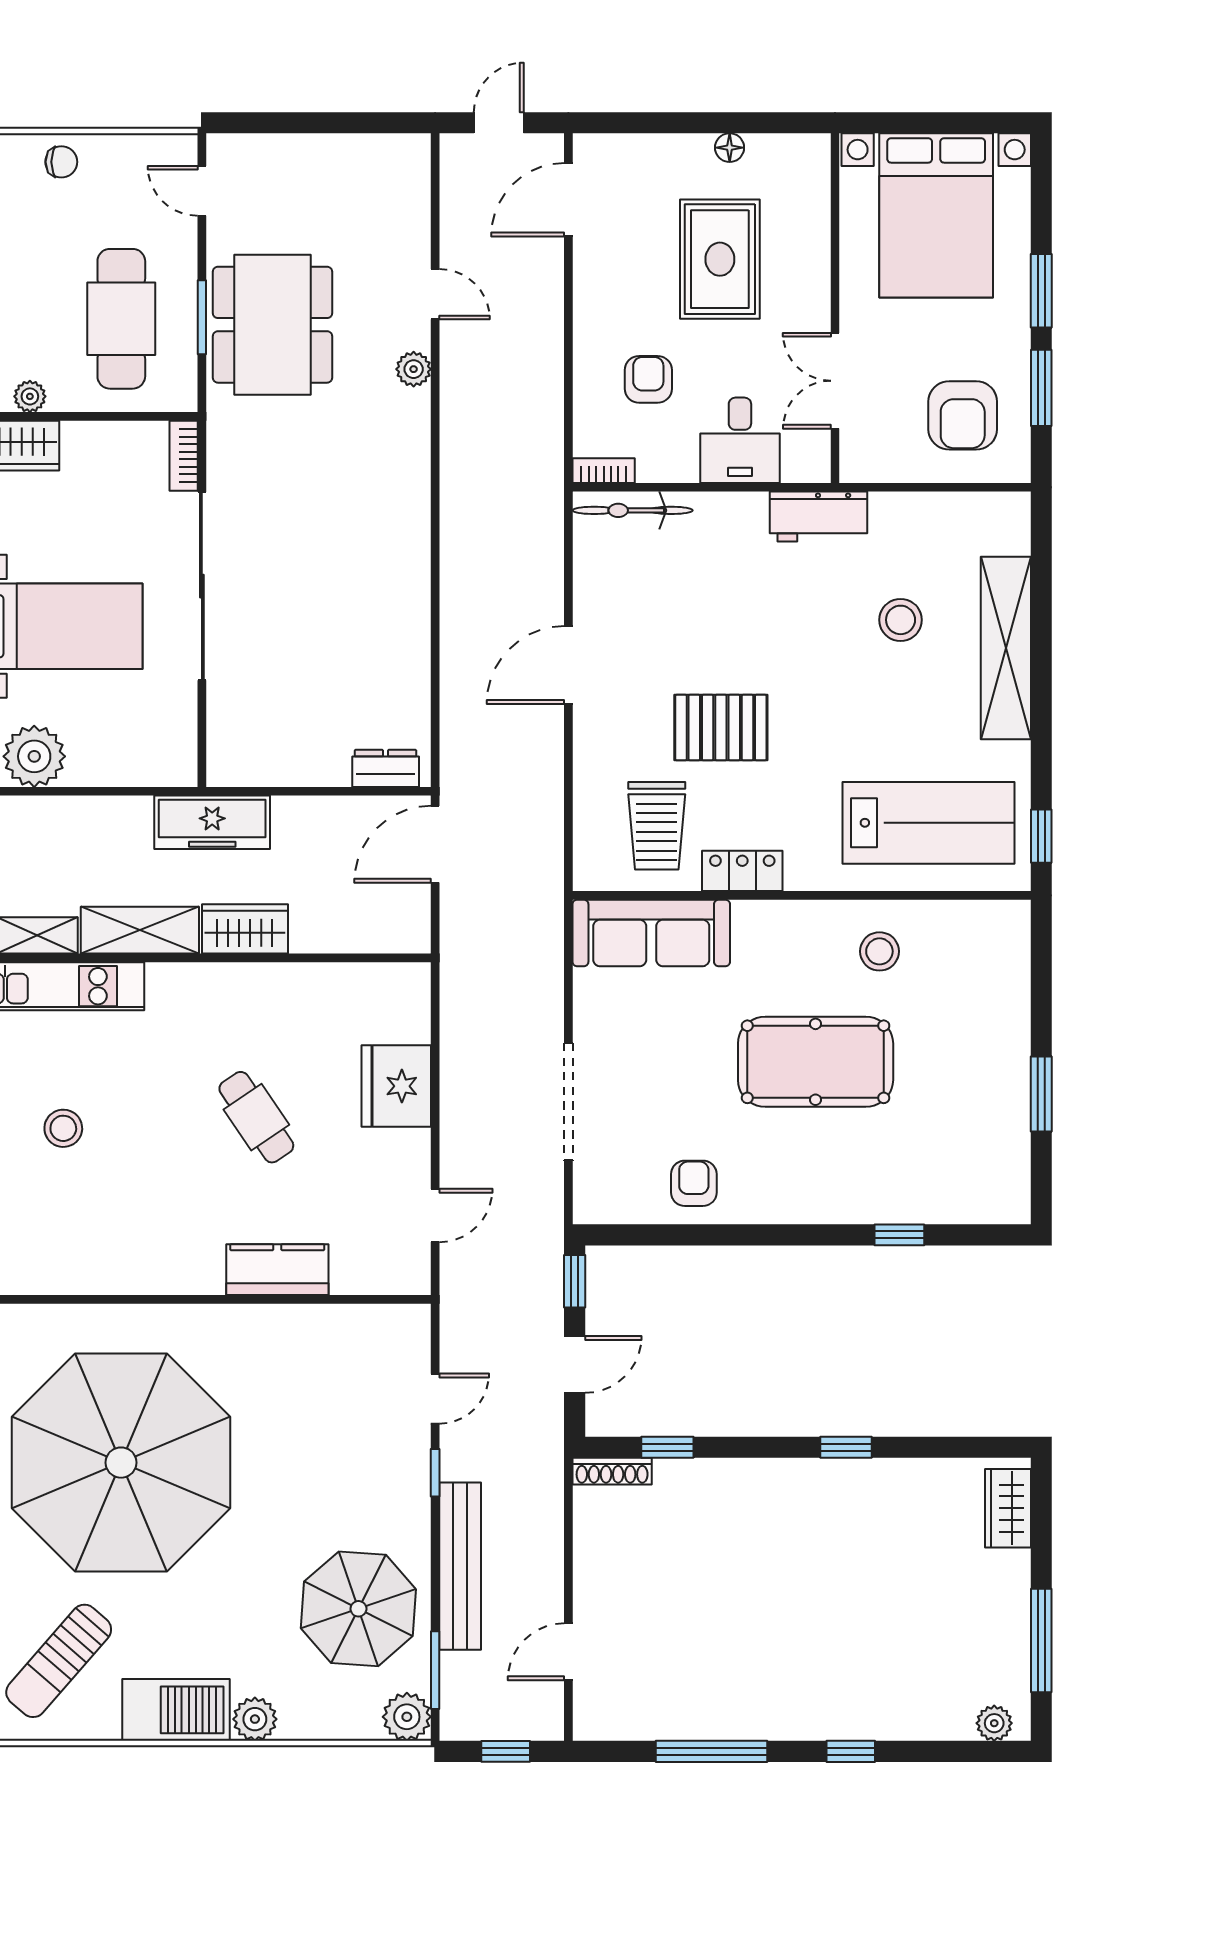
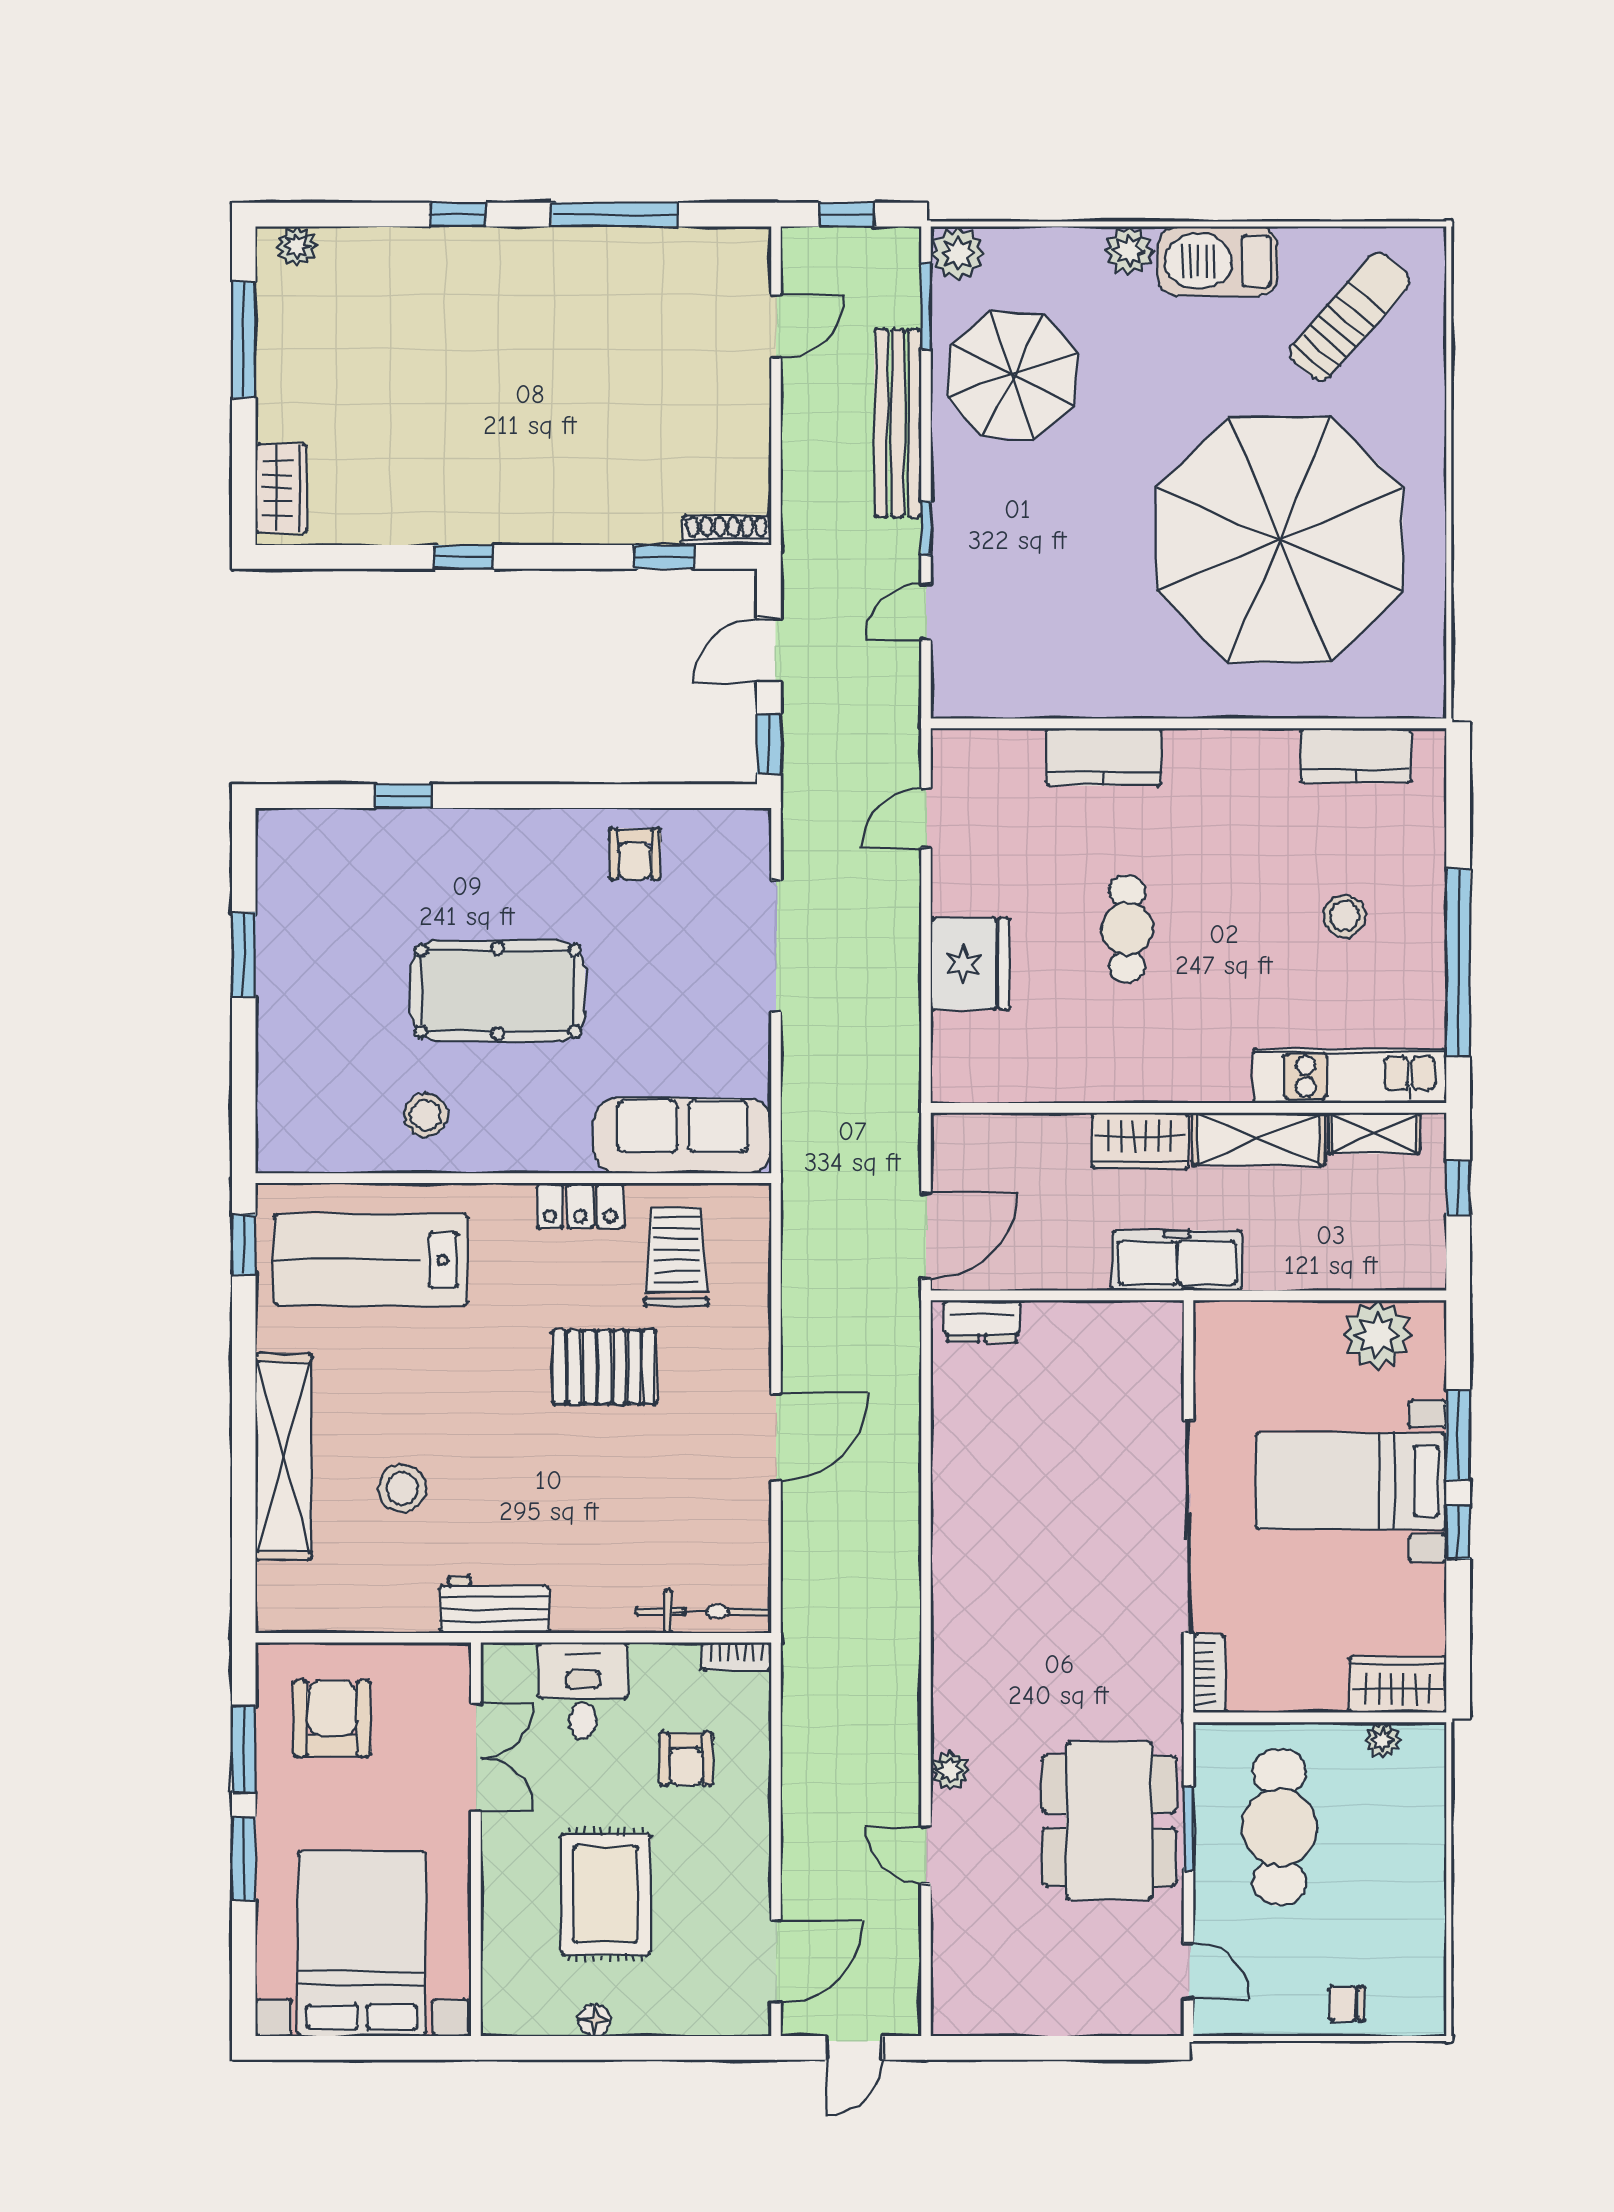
cafe table: (256, 1117) -> (1127, 929), turned 34
kitchen counter: (53, 1271) -> (1356, 756), added

